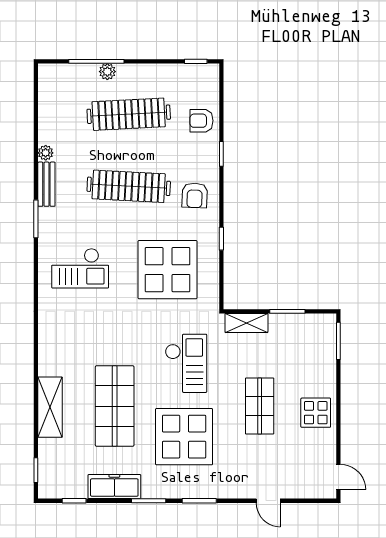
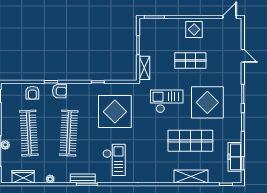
wardrobe: (50, 104) -> (23, 177), added
bench: (46, 184) -> (83, 179), moved
armchair: (195, 195) -> (59, 91), moved
freezer: (114, 487) -> (235, 157), moved
door: (268, 501) -> (243, 56), hinge flipped

